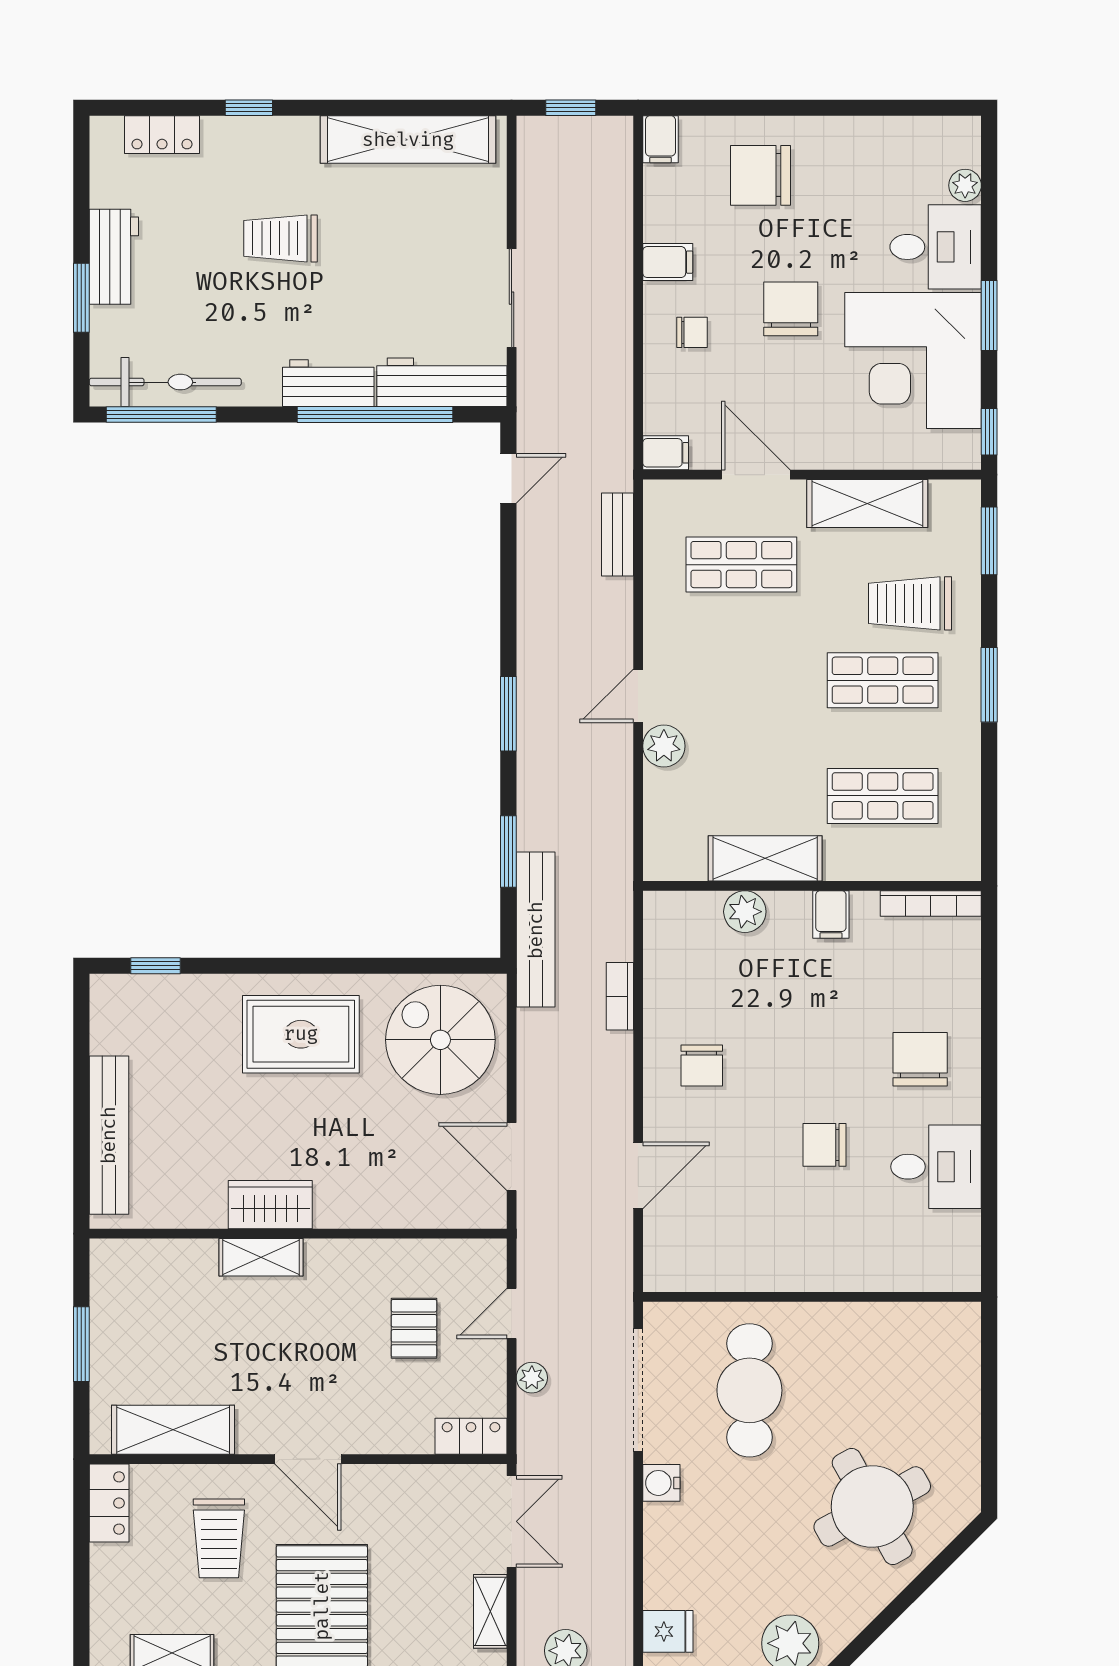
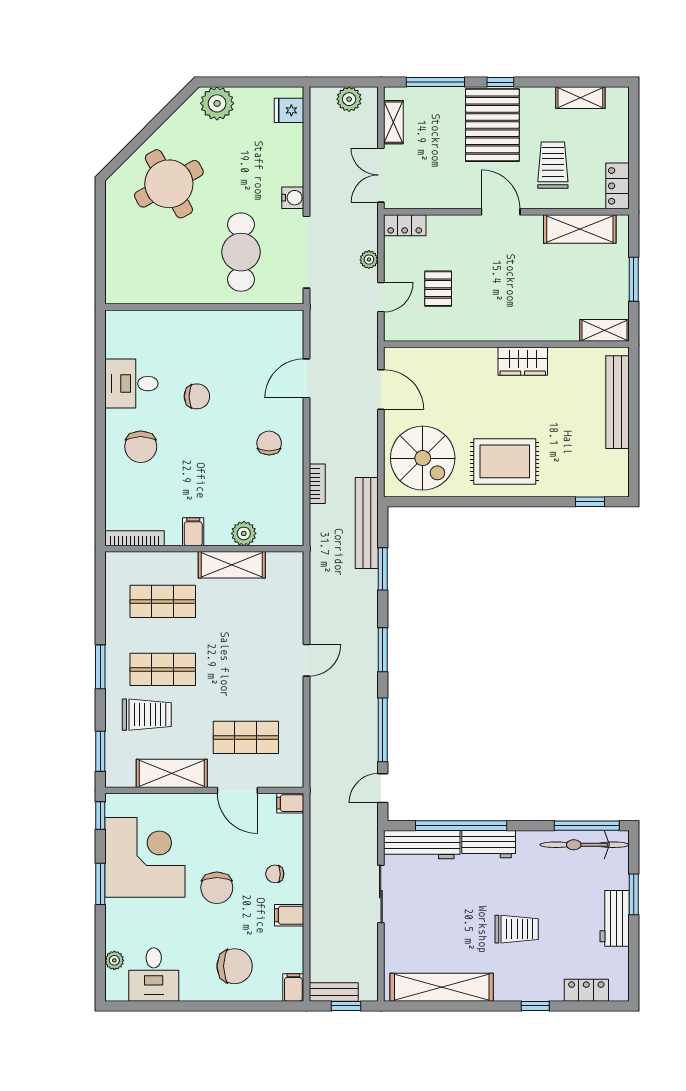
desk: (936, 247) -> (154, 974), moved, turned -90
bench: (617, 535) -> (334, 992), moved, turned 90
window: (508, 577) -> (383, 730), added
plant: (664, 746) -> (291, 631), removed
shelving: (261, 1257) -> (604, 330), moved

